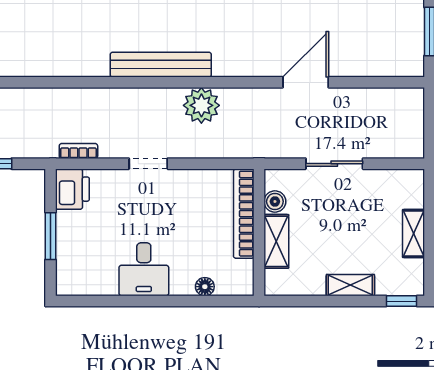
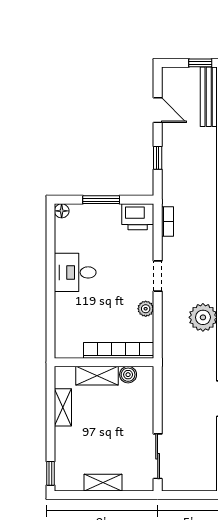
sliding door: (334, 164) -> (158, 456), moved
plant: (190, 179) -> (146, 309), added
shelving: (350, 285) -> (63, 407), moved
floor lamp: (205, 287) -> (62, 211), moved

